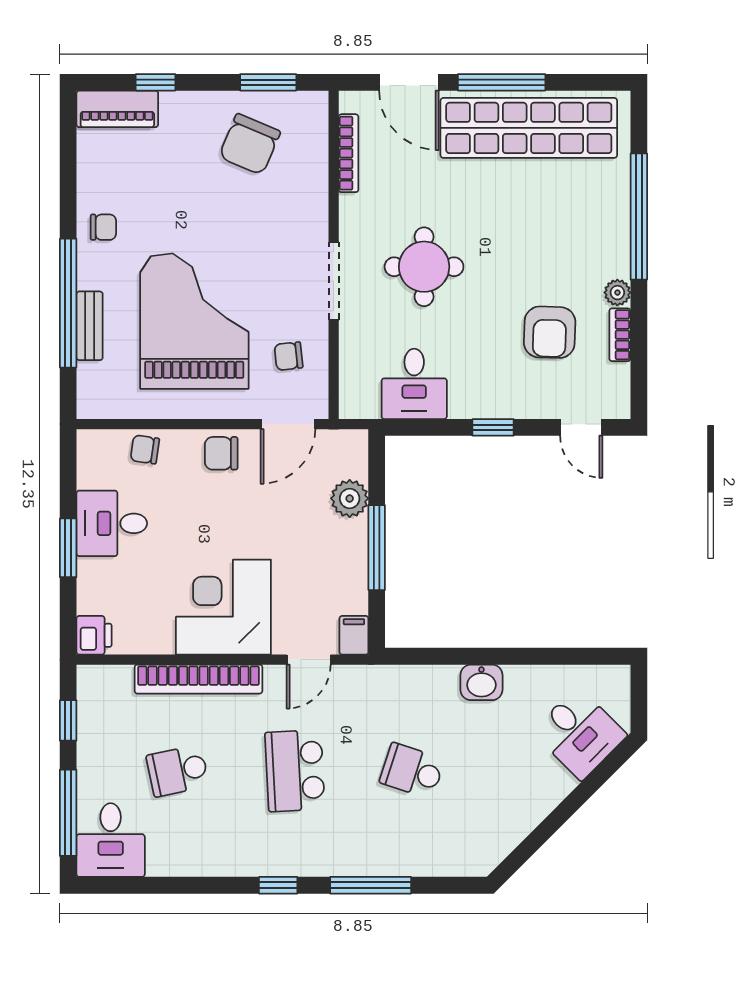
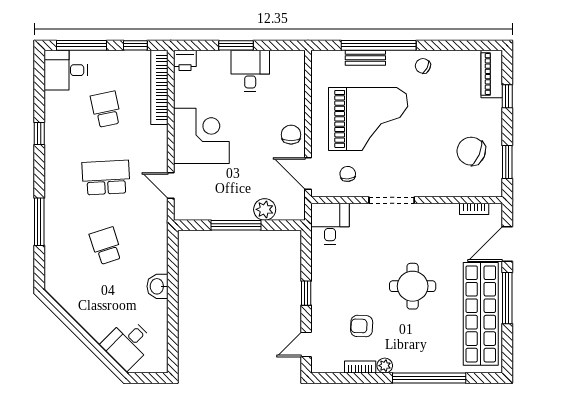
bookcase: (349, 153) -> (474, 209), width x0.64
chair: (103, 227) -> (423, 66), turned 117
round table: (424, 267) -> (413, 286), moved
armchair: (550, 332) -> (362, 326), width x0.72, depth x0.72
desk: (414, 384) -> (330, 224), moved, turned 90
chair: (145, 449) -> (293, 90), removed
filing cabinet: (354, 635) -> (185, 212), removed
bookcase: (198, 679) -> (159, 87), moved
school desk: (412, 771) -> (106, 246), turned -36
window: (278, 885) -> (39, 134), moved

